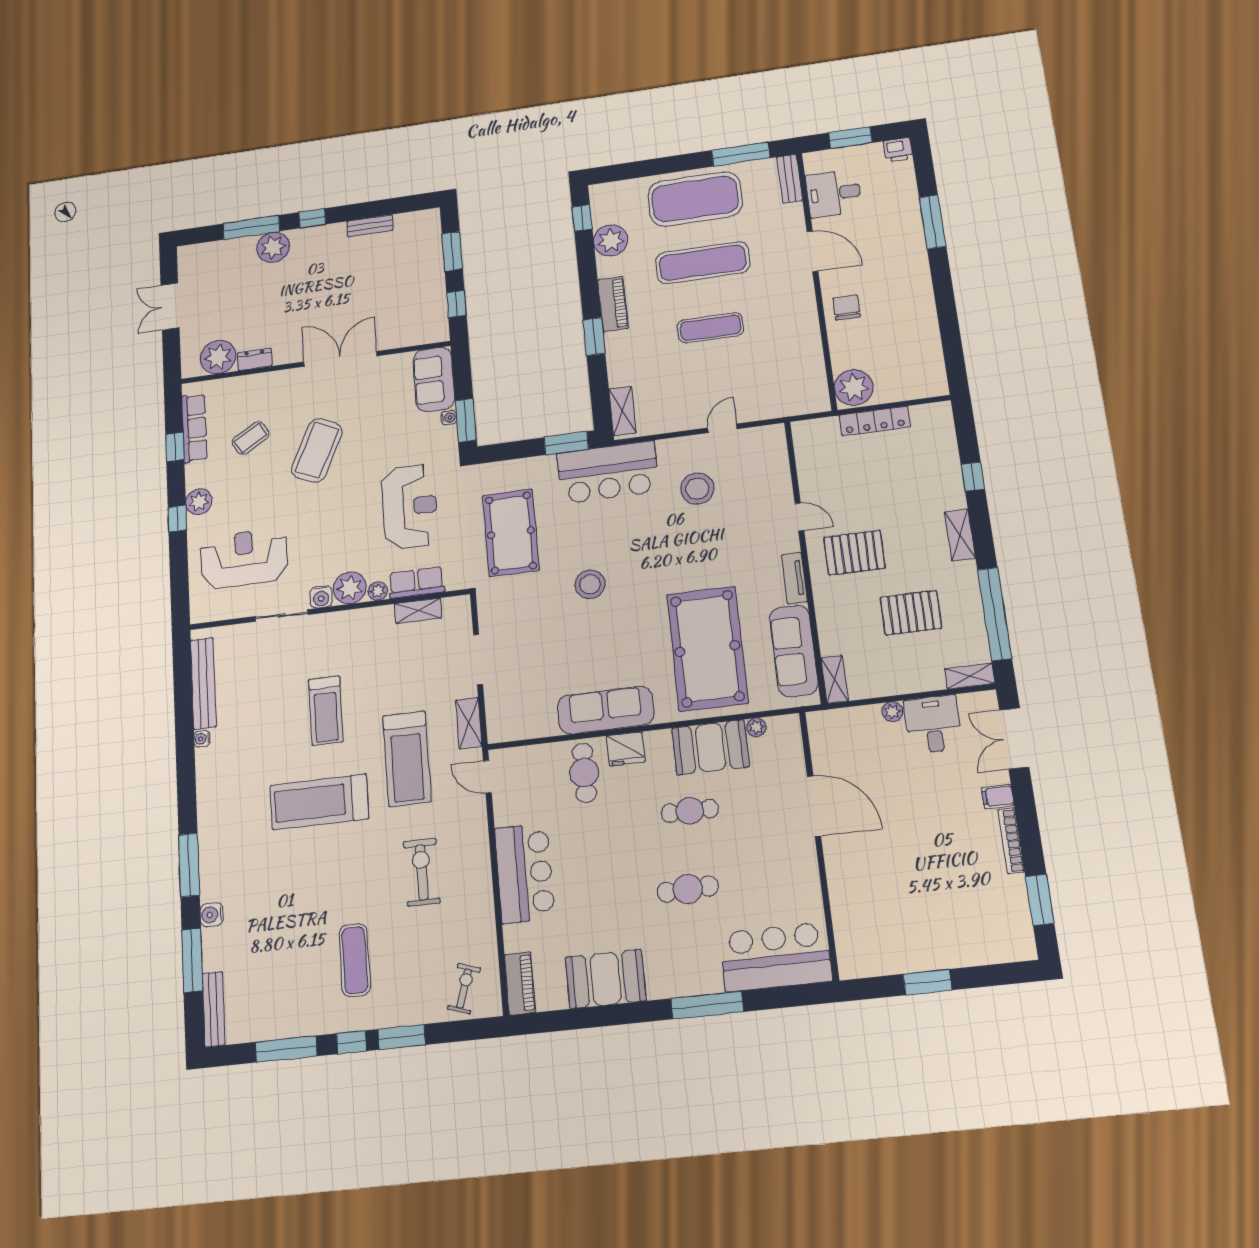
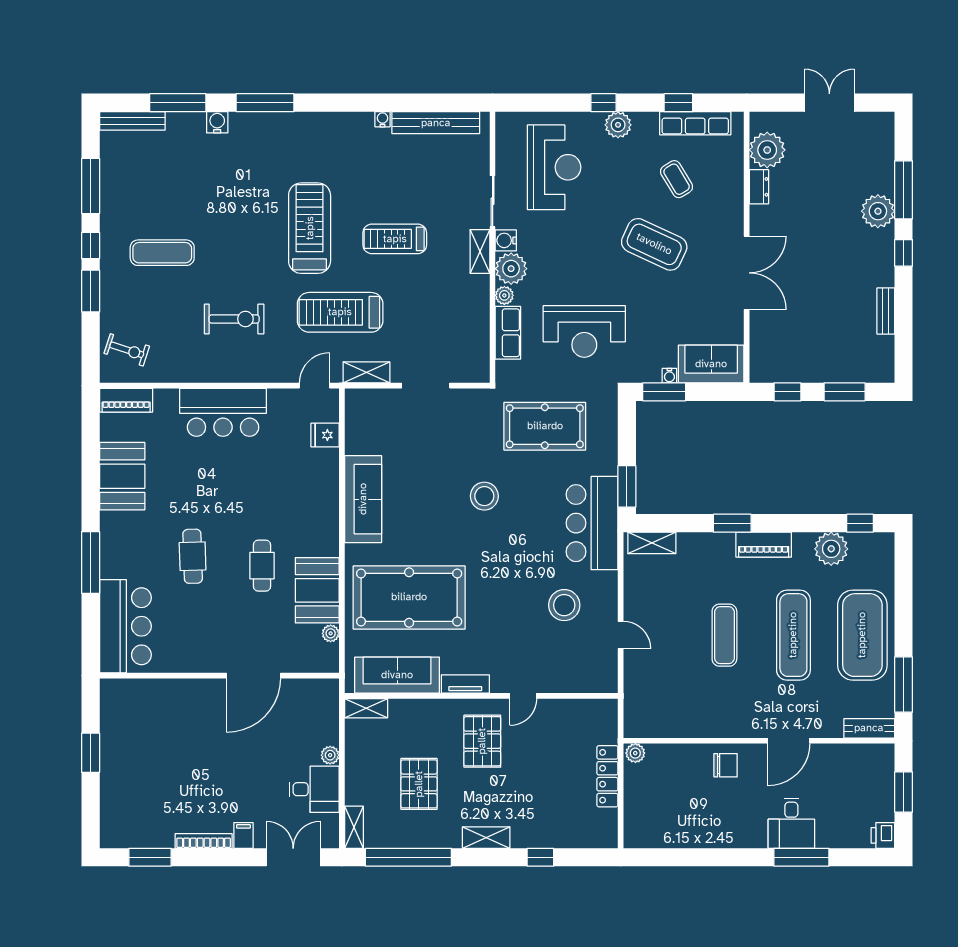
desk: (834, 193) -> (791, 823), moved, turned 180
plant: (854, 387) -> (635, 753), width x0.53, depth x0.53
shelving: (418, 611) -> (480, 251), moved
fridge: (626, 749) -> (325, 435), moved, width x0.72
cafe table: (584, 773) -> (308, 474), removed

